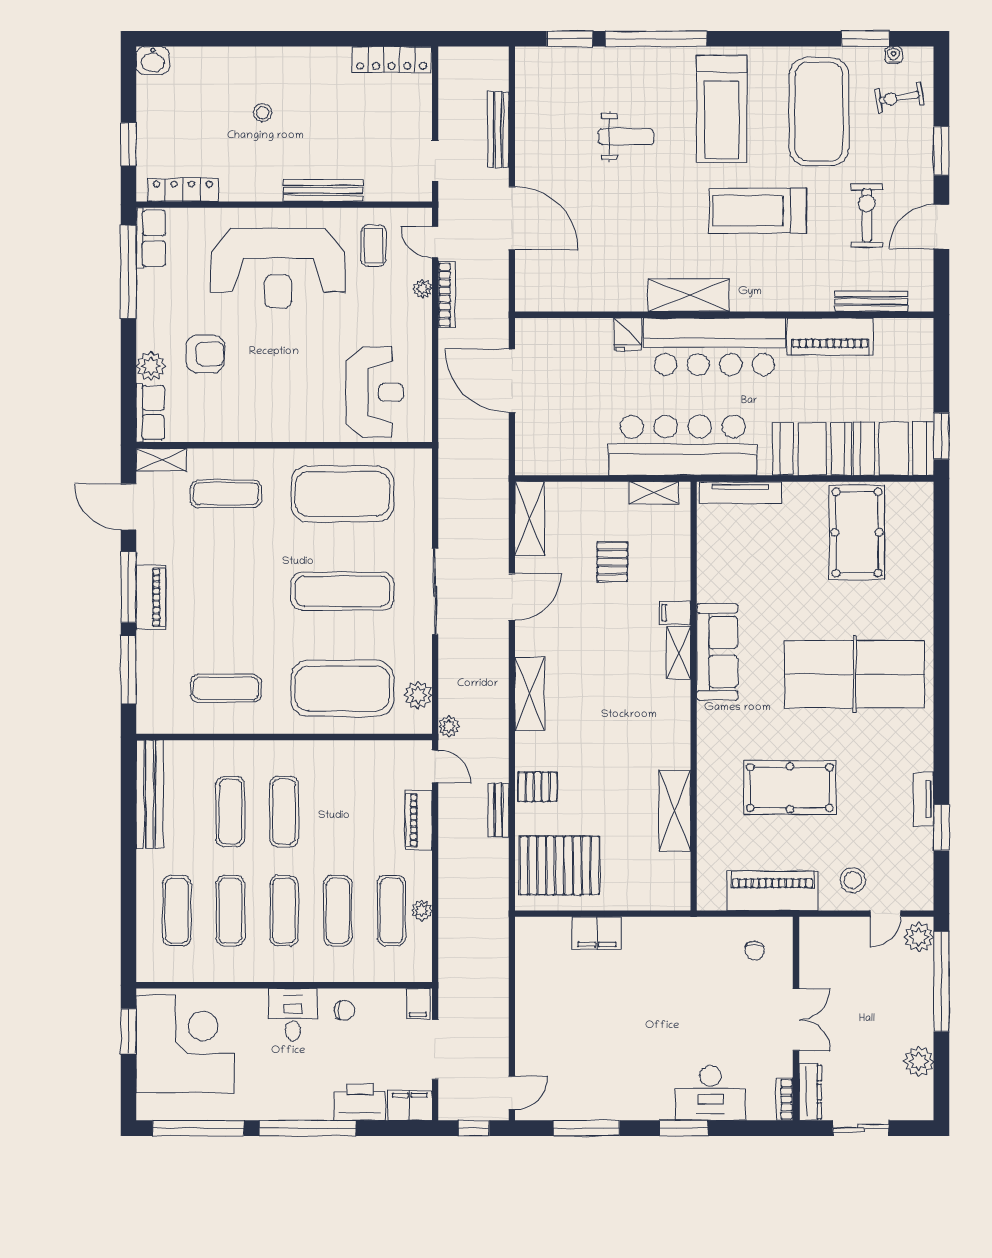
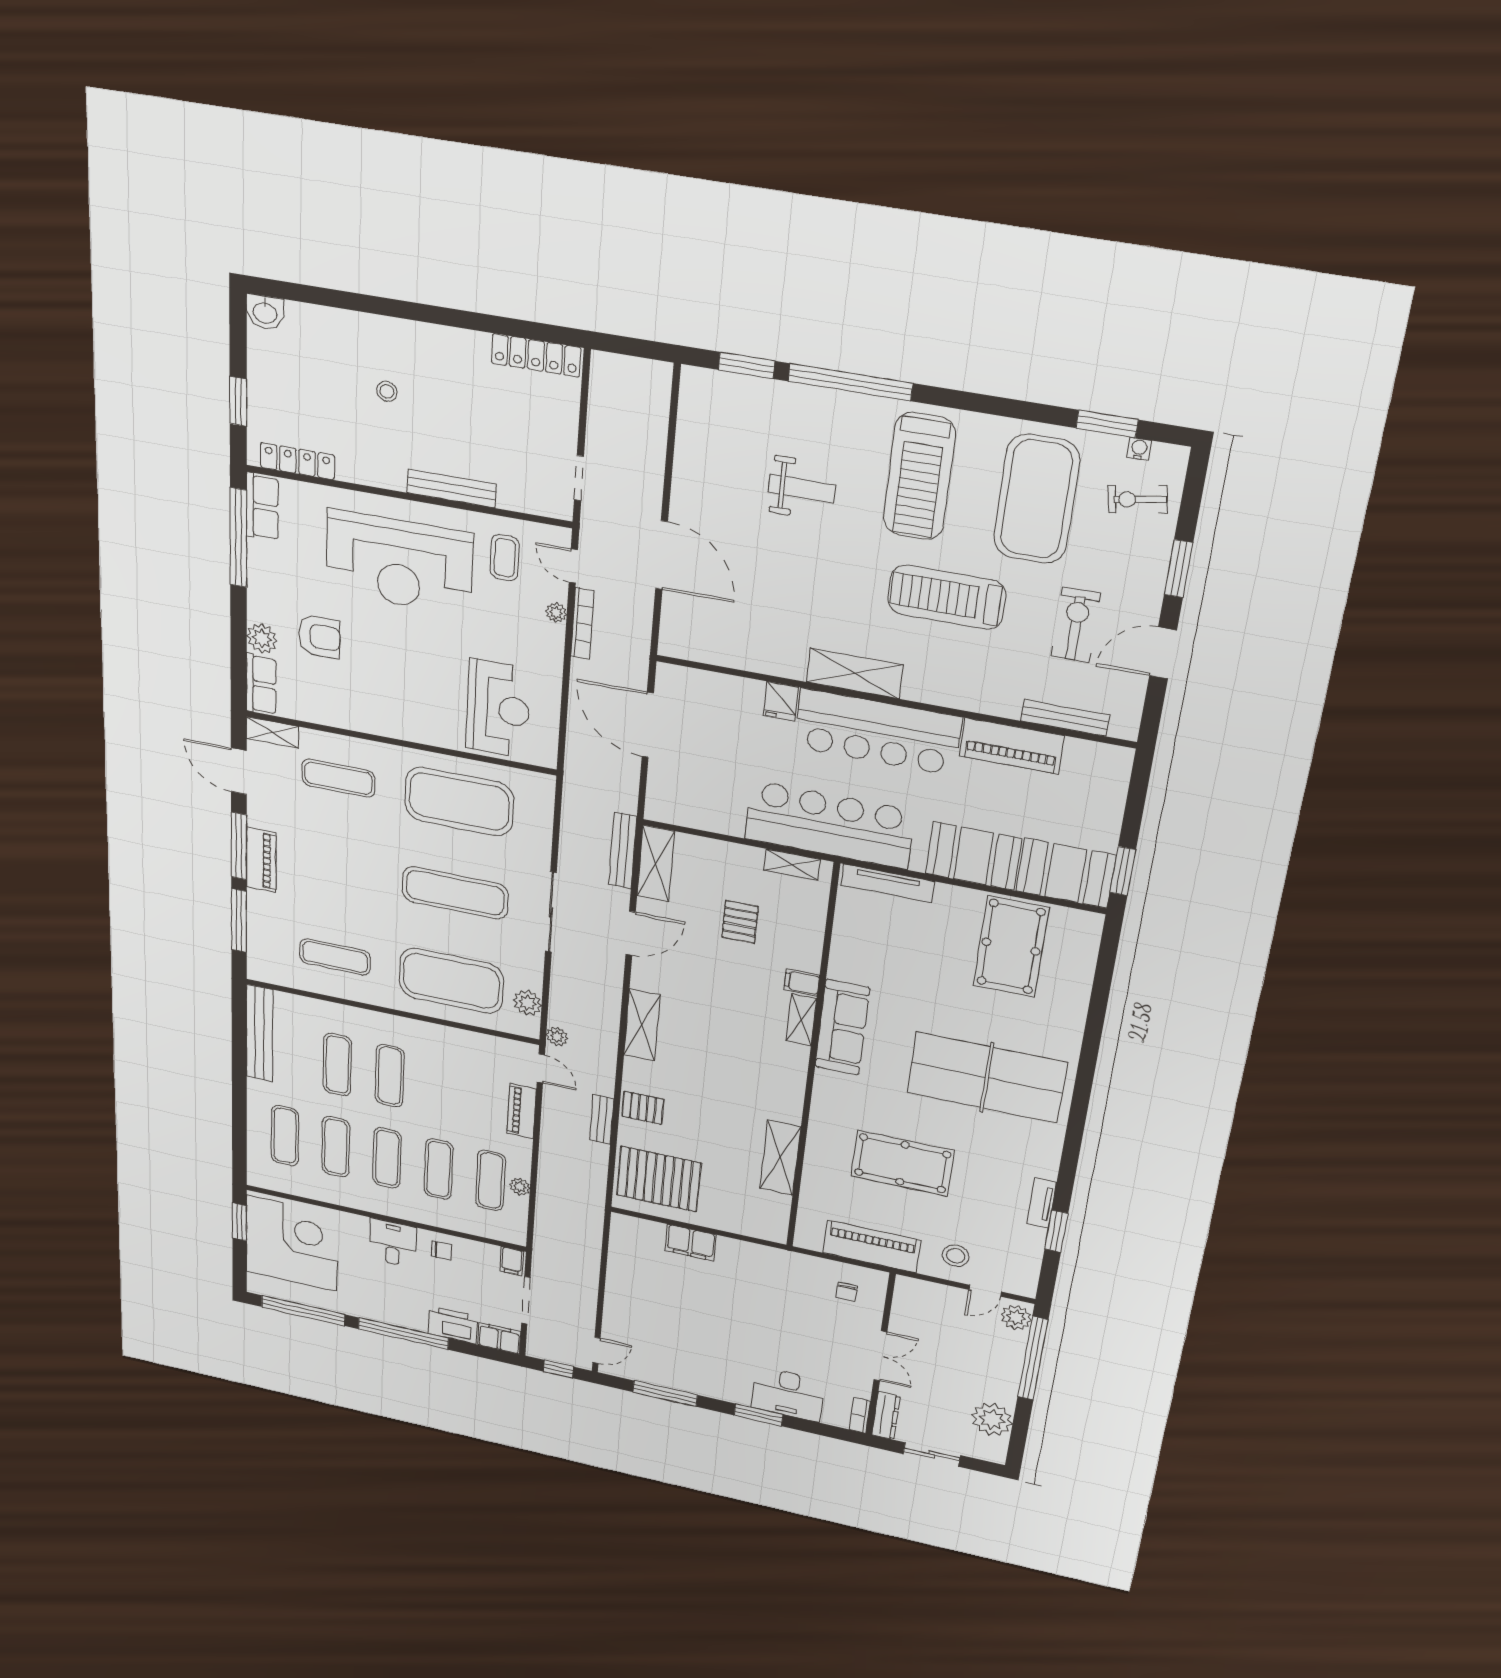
bench: (498, 130) -> (623, 850), moved
plant: (919, 1061) -> (992, 1419), width x1.36, depth x1.36

